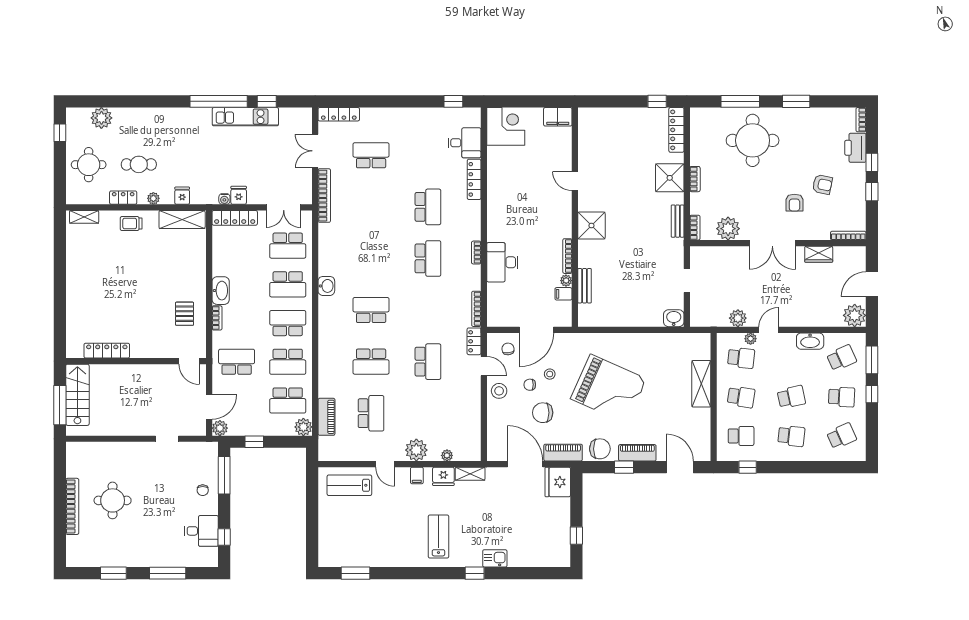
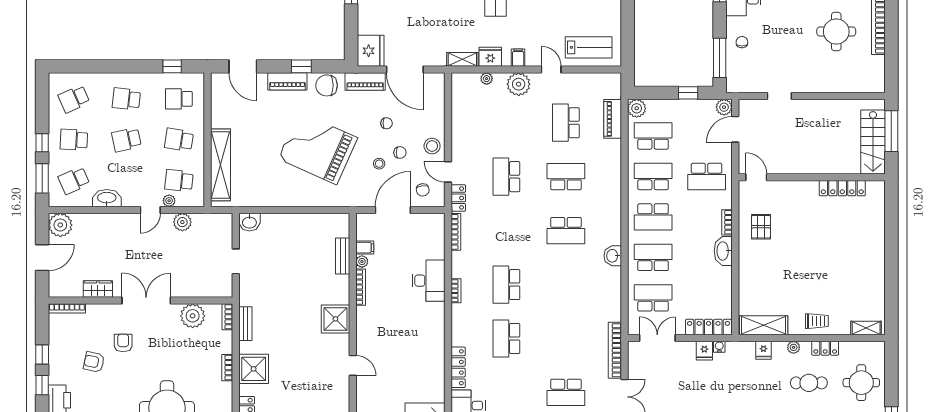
shelving: (701, 384) -> (221, 165), width x1.47
chair: (543, 413) -> (386, 123), width x0.54, depth x0.54

